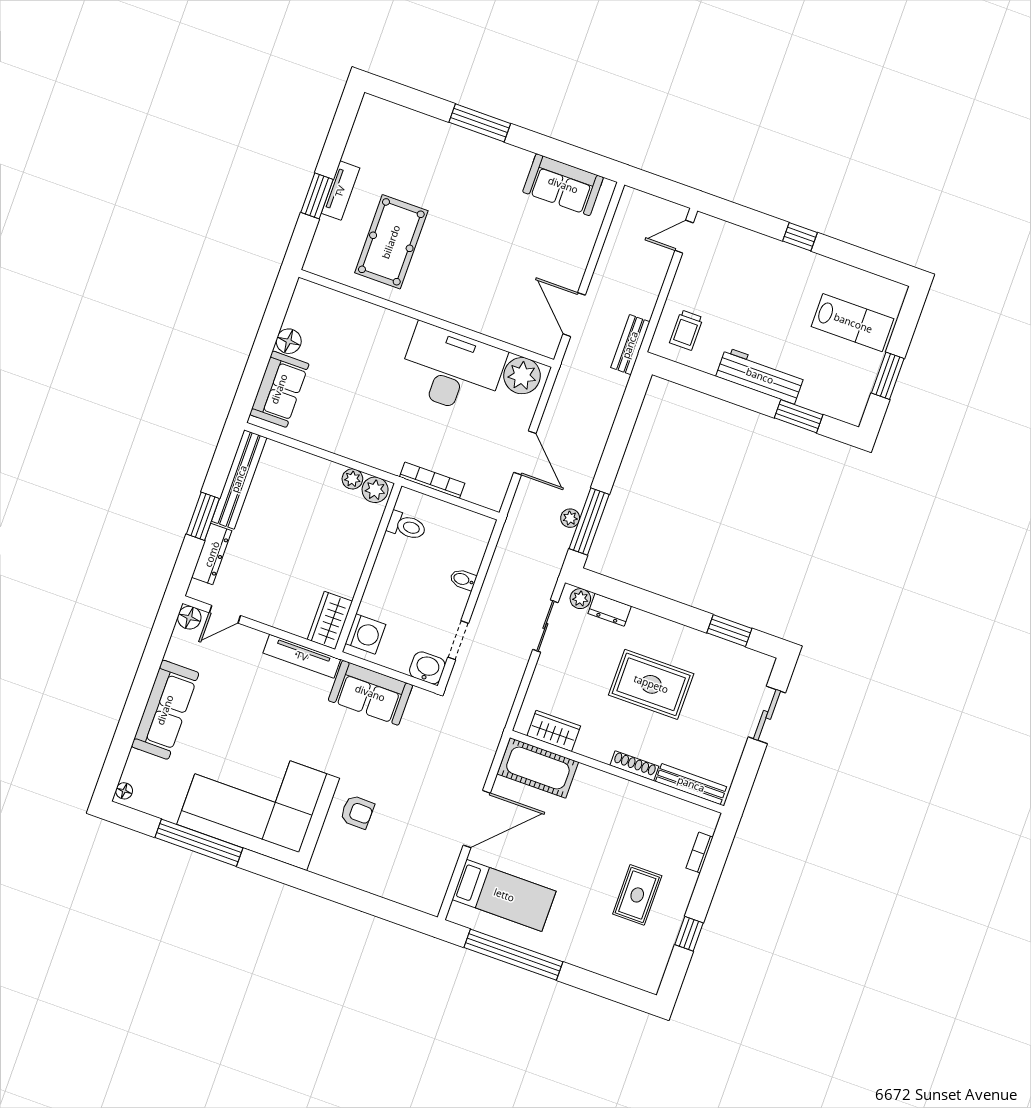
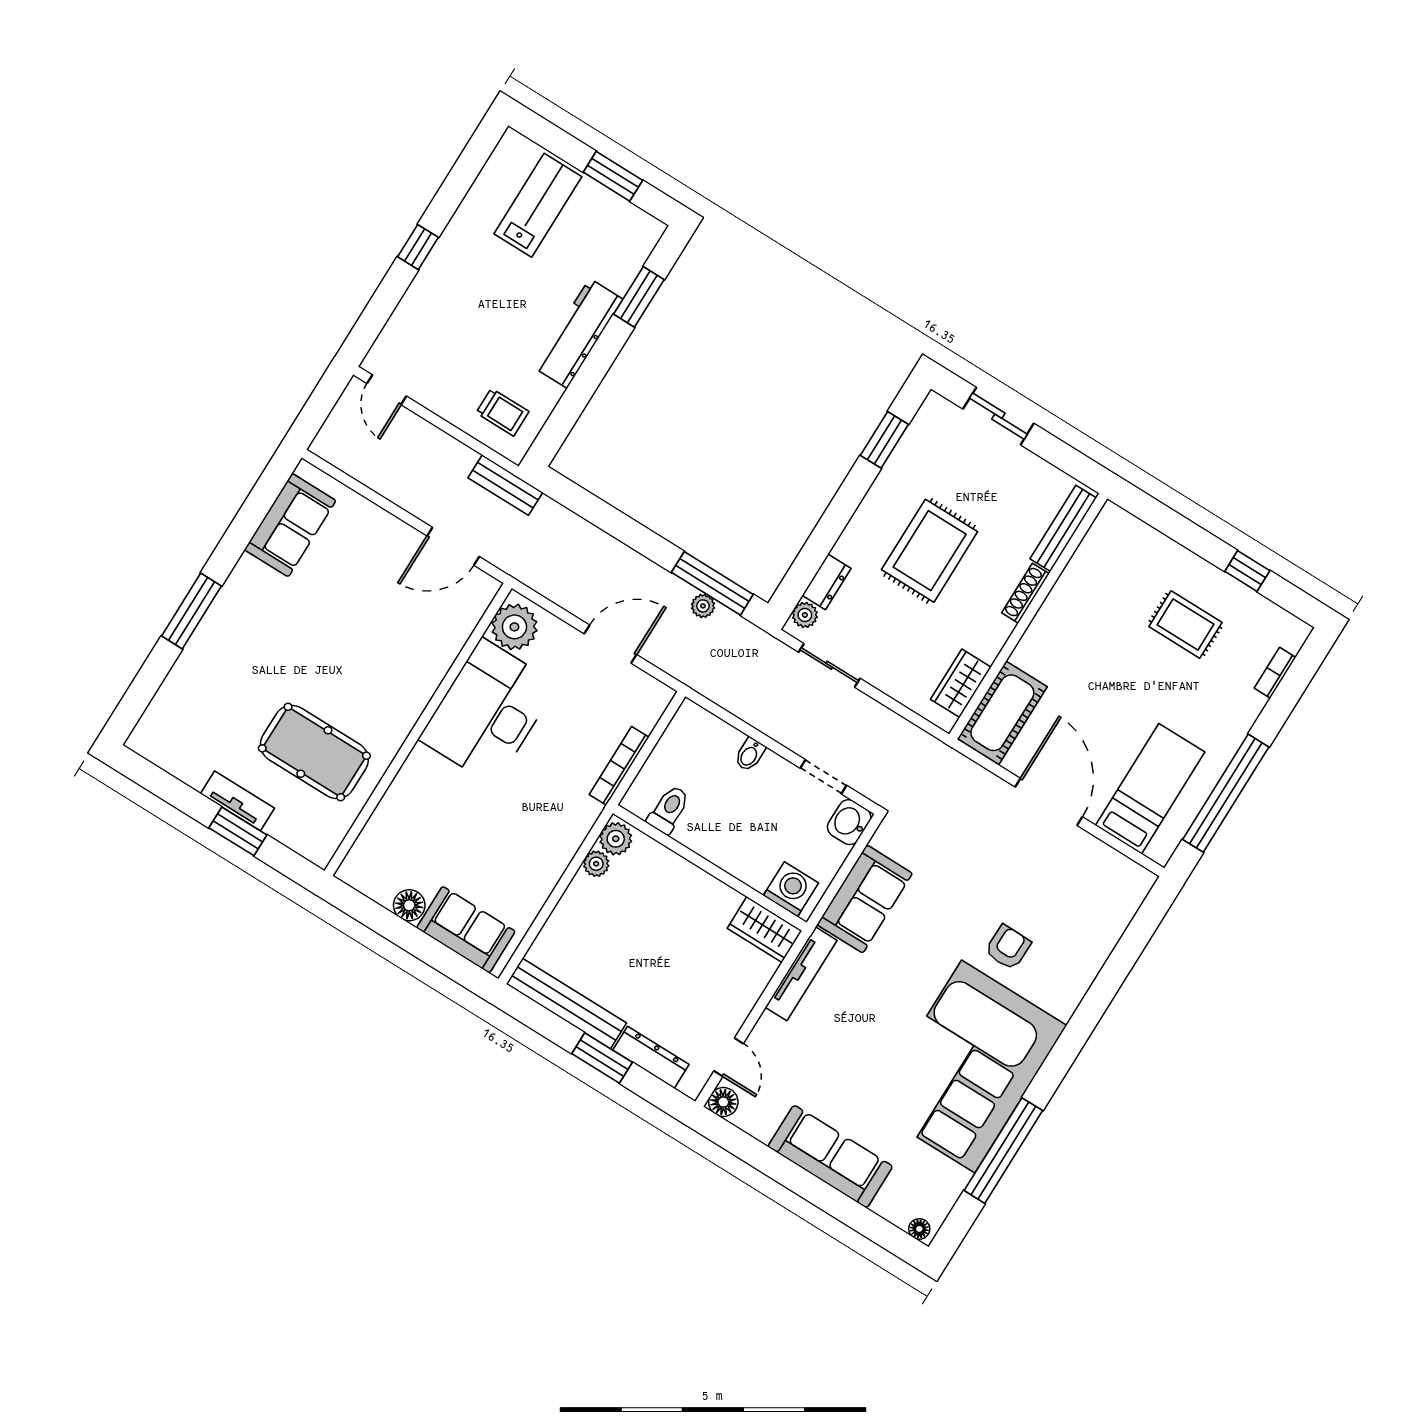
bookcase: (700, 853) -> (1275, 673), moved, turned 90

